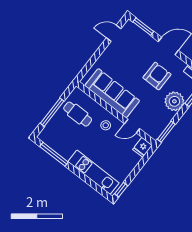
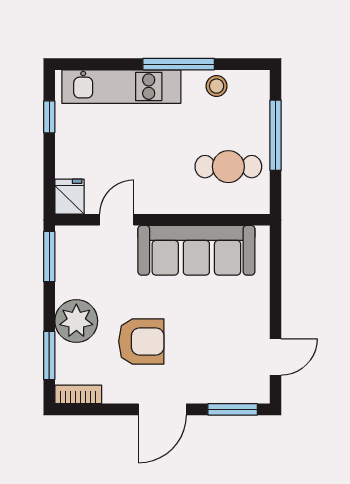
armchair: (157, 76) -> (141, 341), turned -90
stool: (106, 125) -> (217, 86), moved
window: (54, 154) -> (179, 64), moved
window: (121, 190) -> (49, 117), moved

